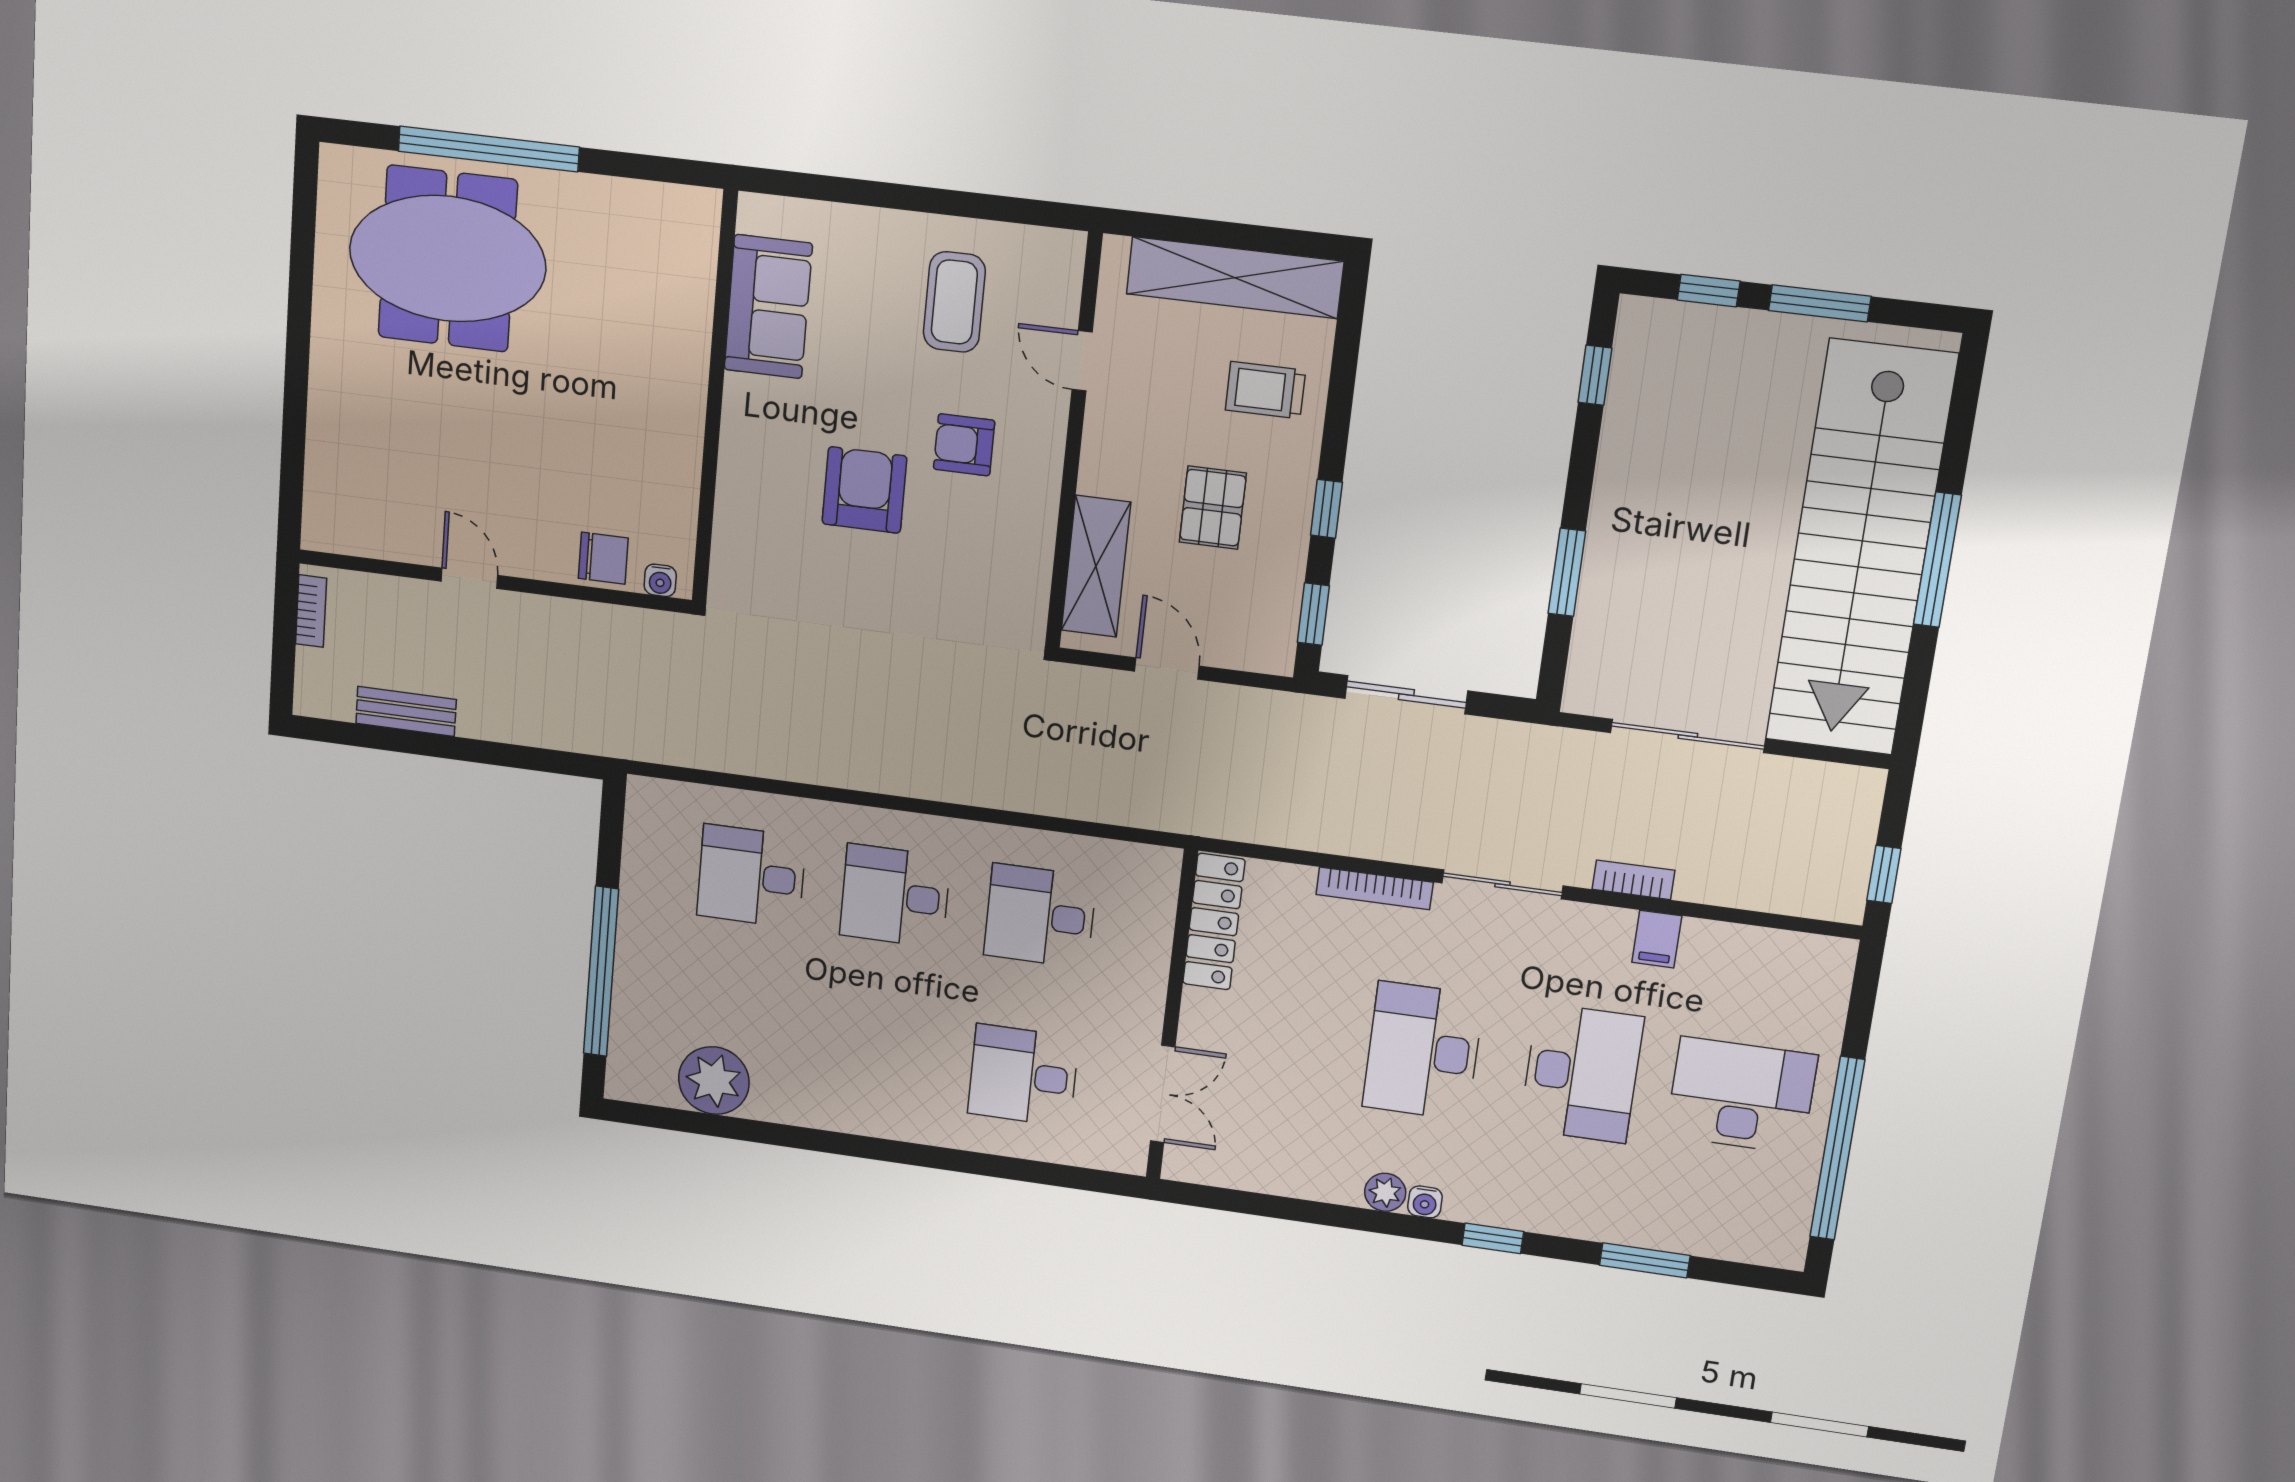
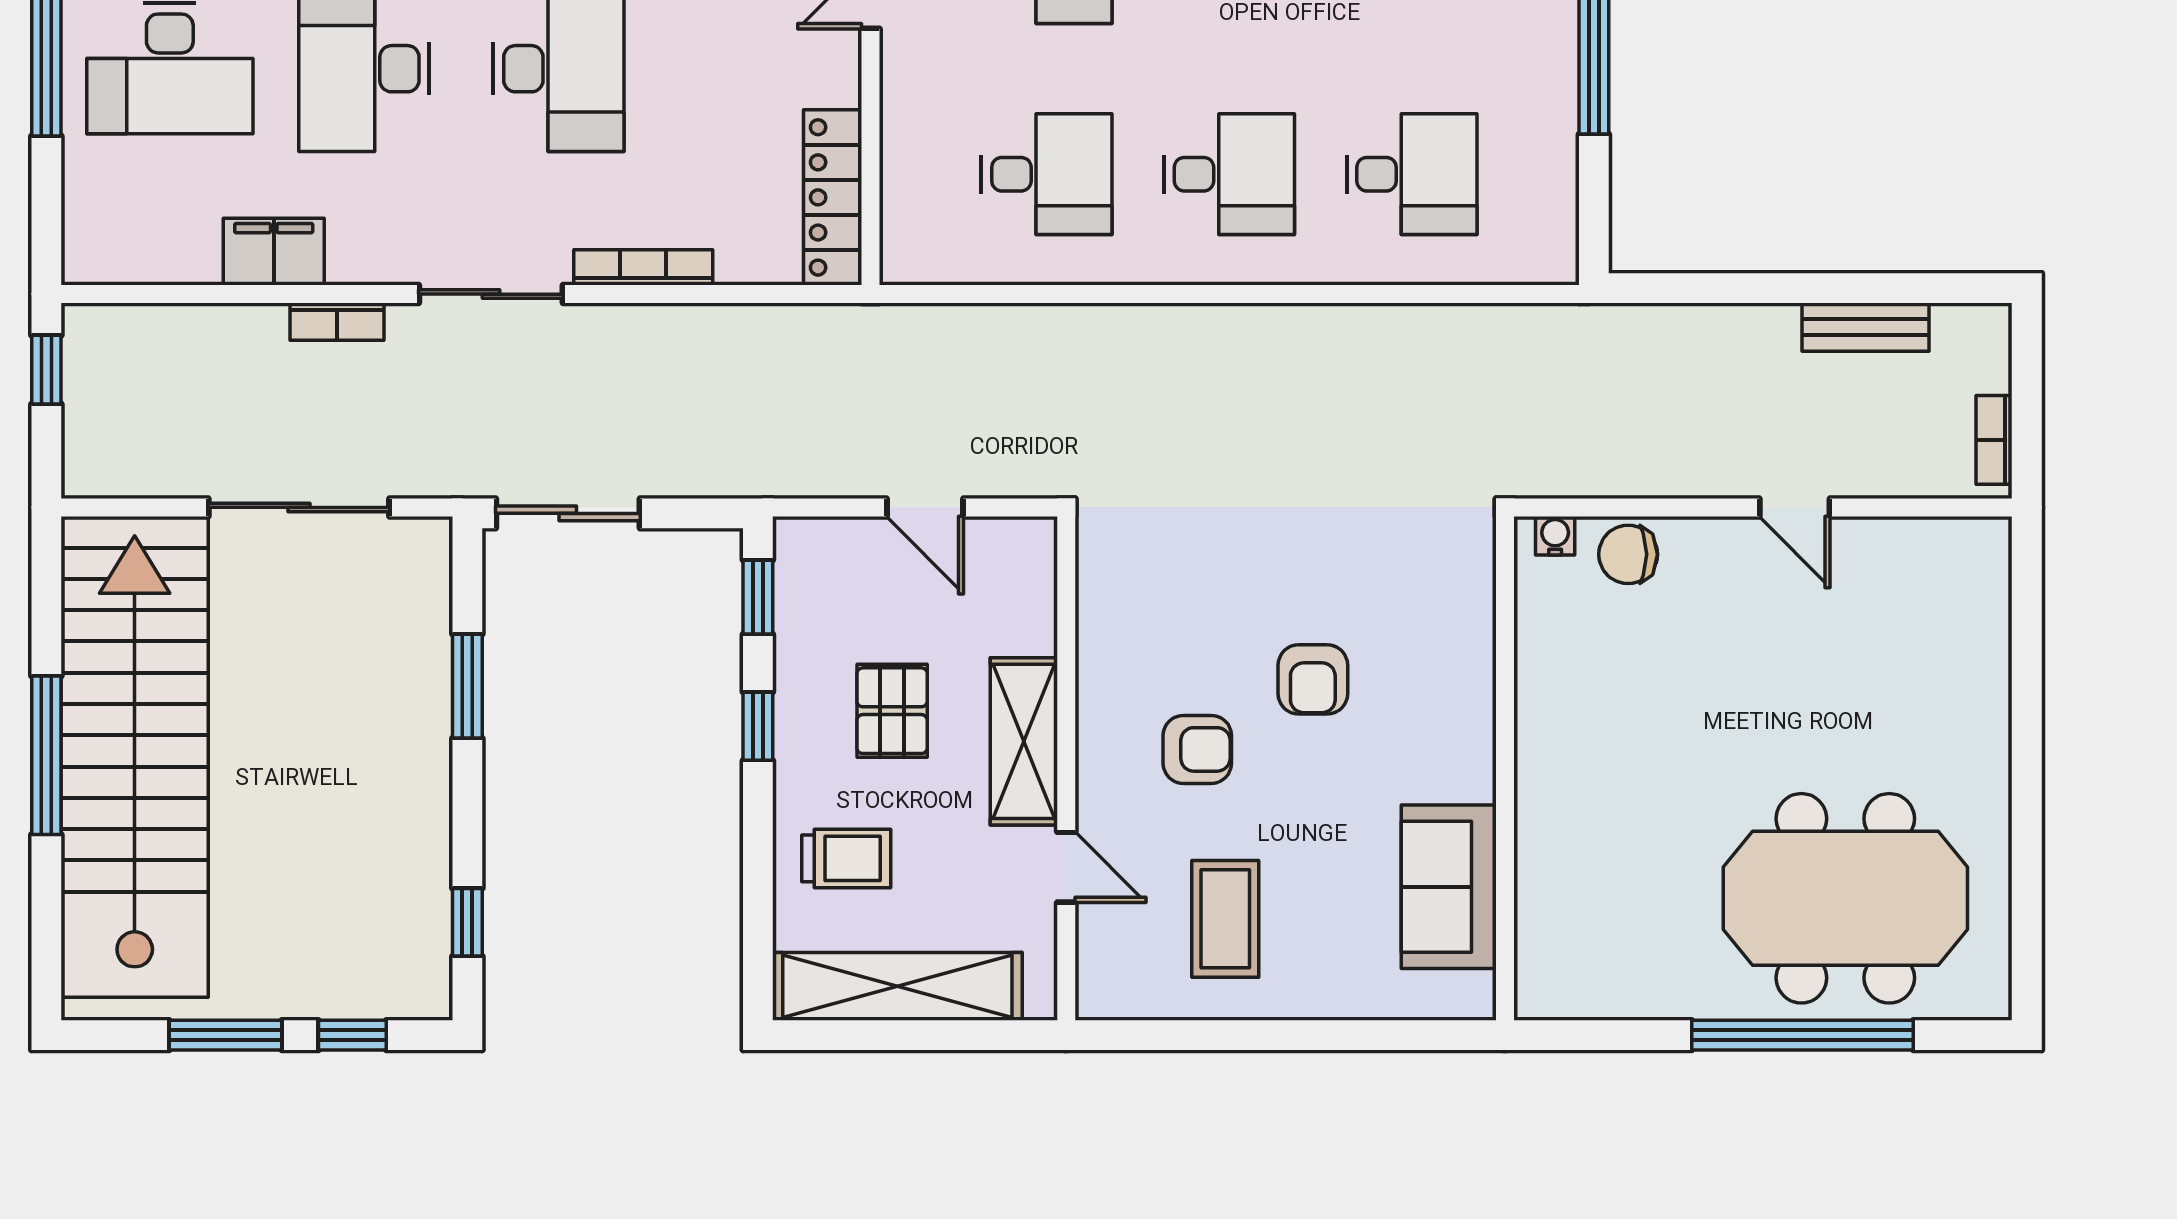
armchair: (864, 490) -> (1313, 679), width x0.72, depth x0.72
shelving: (1096, 566) -> (1024, 741), moved
sliding door: (1406, 695) -> (568, 513), moved
filing cabinet: (1657, 939) -> (274, 252), width x2.00

